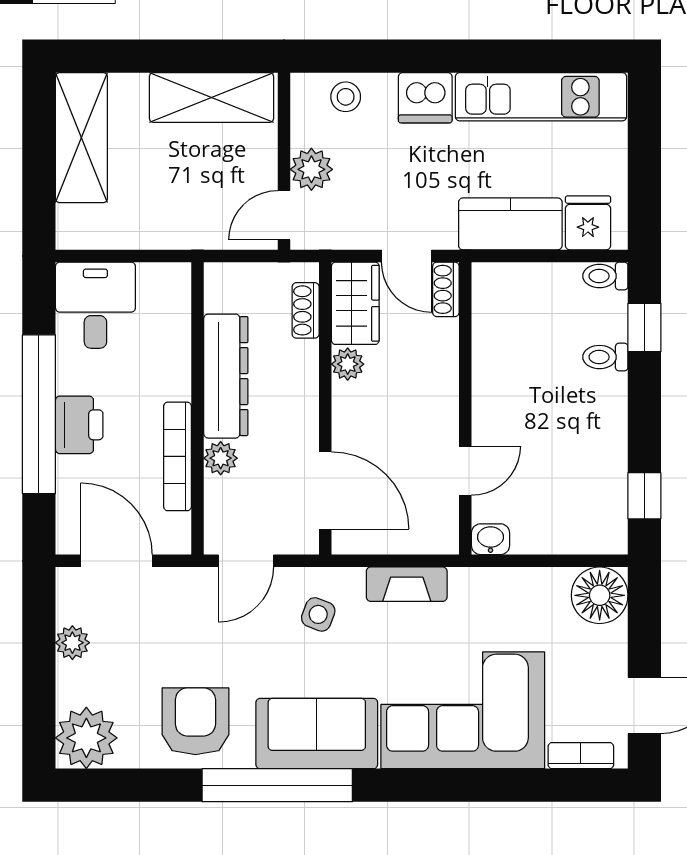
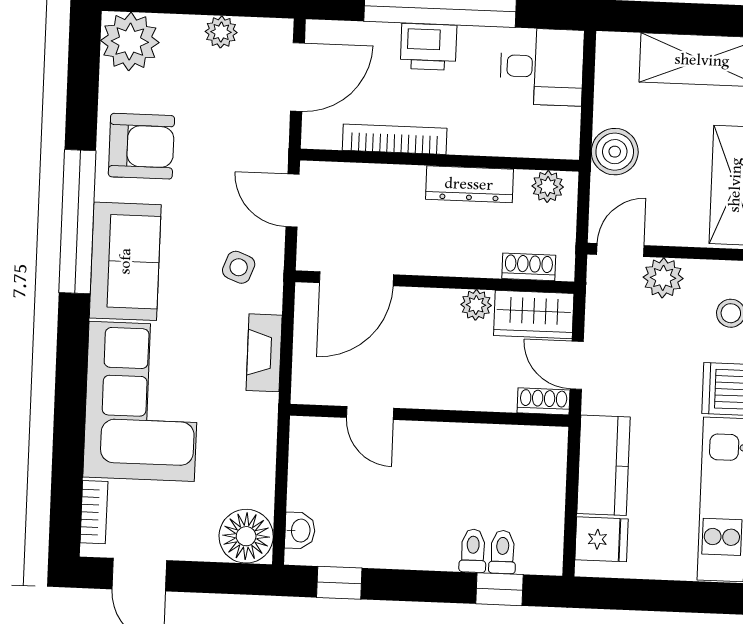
door: (284, 215) -> (620, 250), hinge flipped
boiler: (181, 225) -> (615, 152), added
door: (407, 256) -> (577, 365), hinge flipped
toilet: (605, 276) -> (503, 552), moved
dresser: (226, 376) -> (469, 184), width x0.73, depth x0.80
plant: (221, 458) -> (548, 186), moved
washbasin: (491, 539) -> (300, 531), moved

